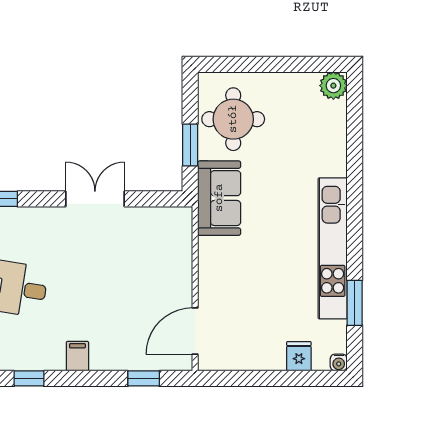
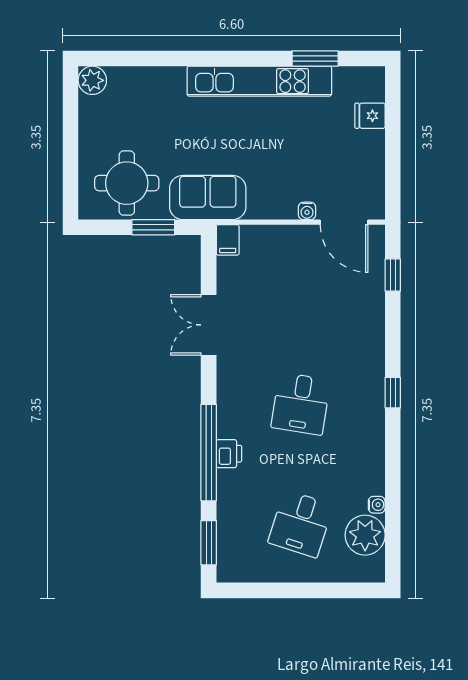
filing cabinet: (77, 356) -> (228, 240), moved, turned -90
water cooler: (339, 362) -> (307, 211), moved, turned 90

